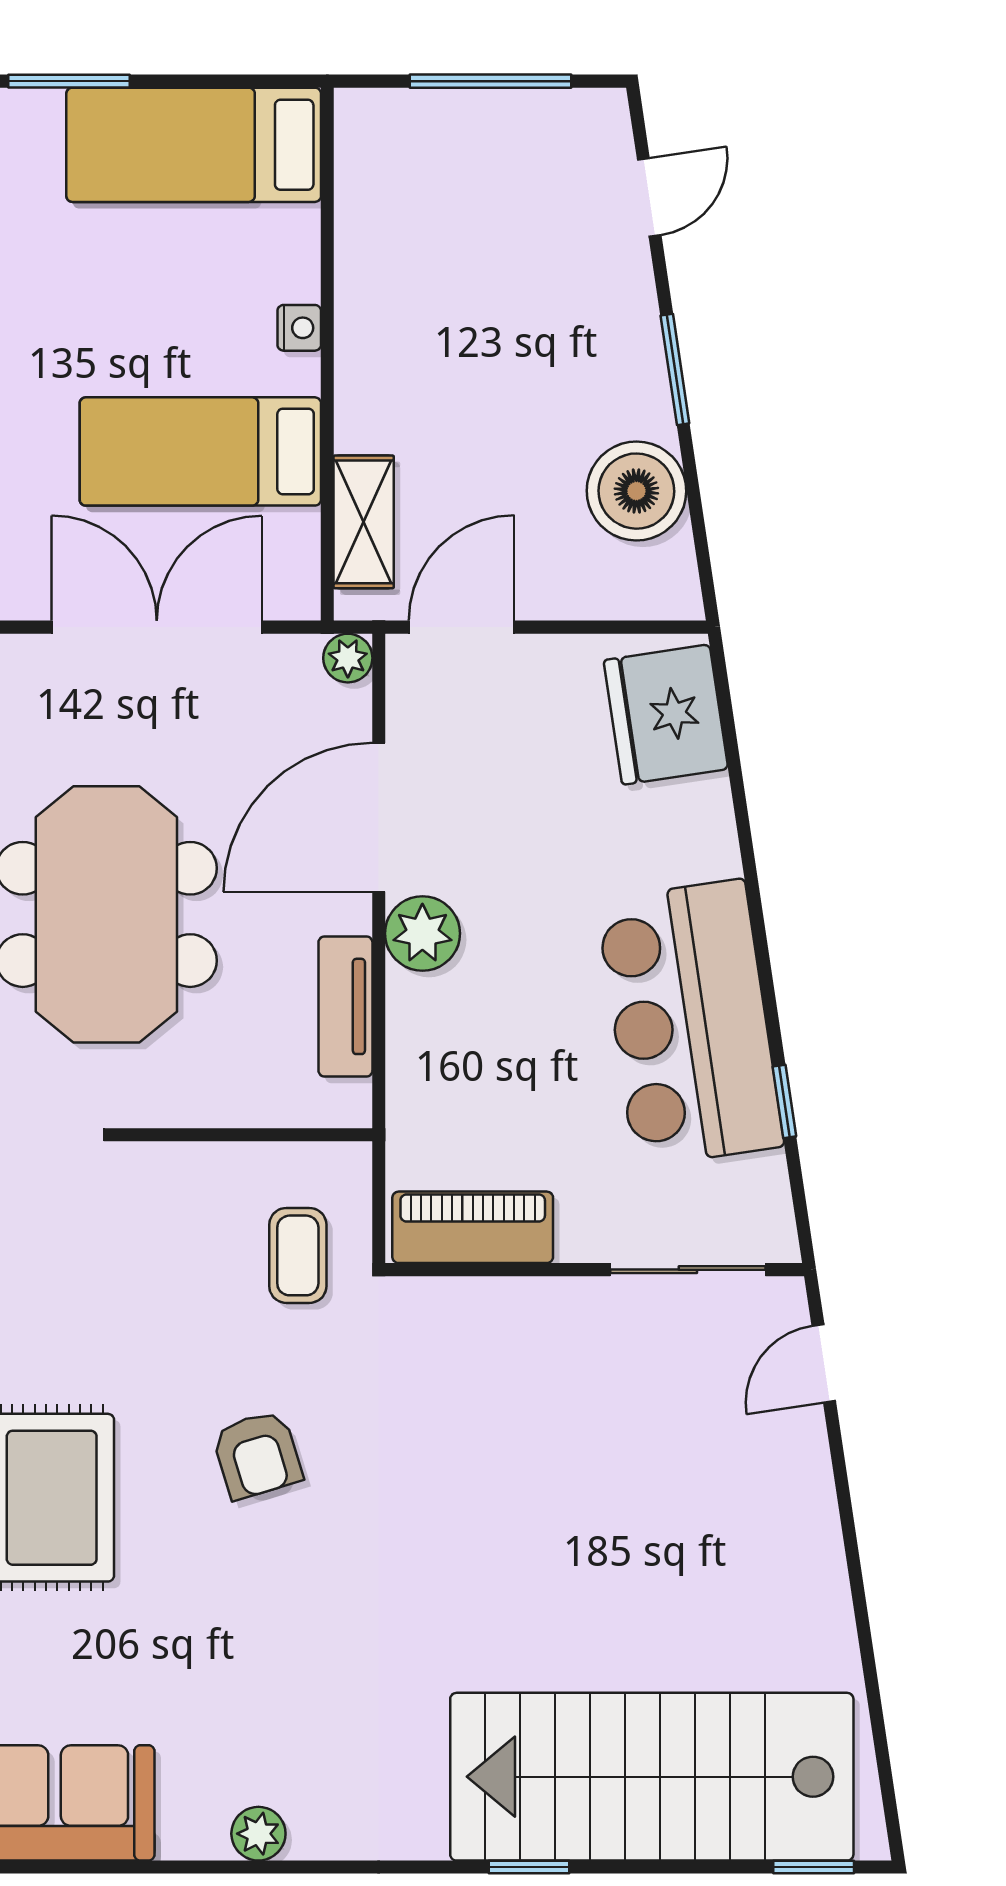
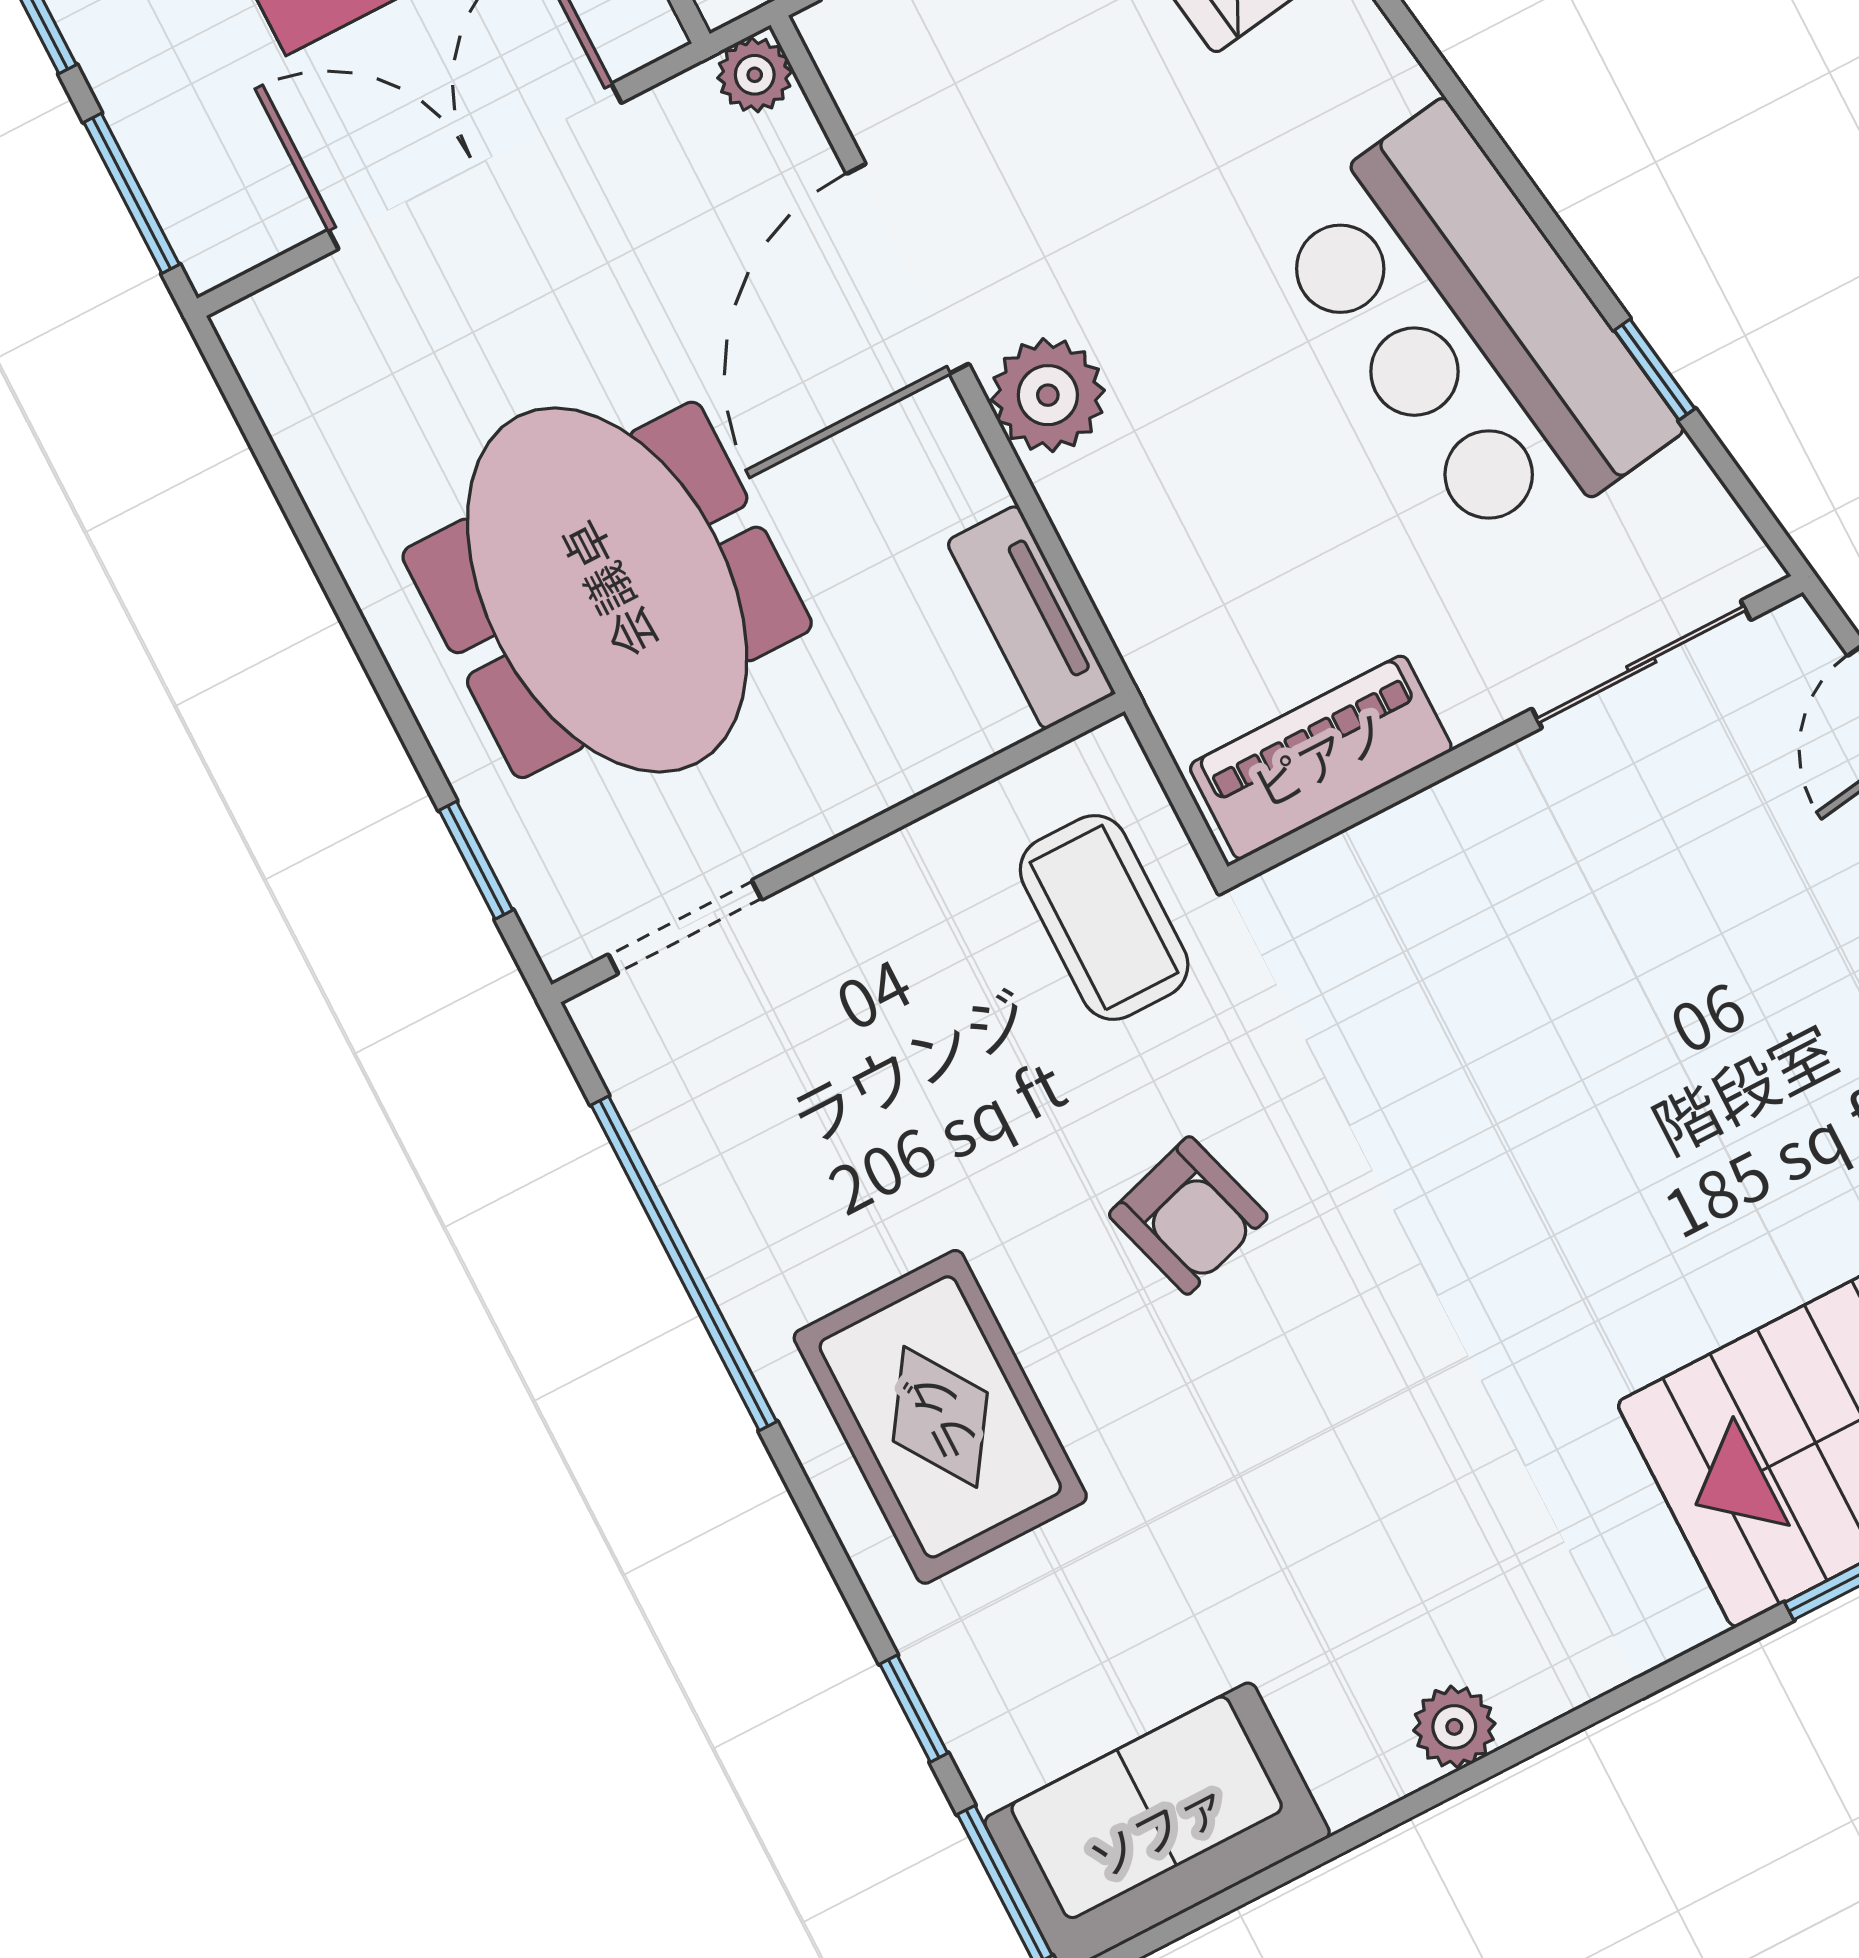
tv unit: (345, 1006) -> (1031, 617), moved
coffee table: (298, 1255) -> (1104, 917), width x1.36, depth x1.30

